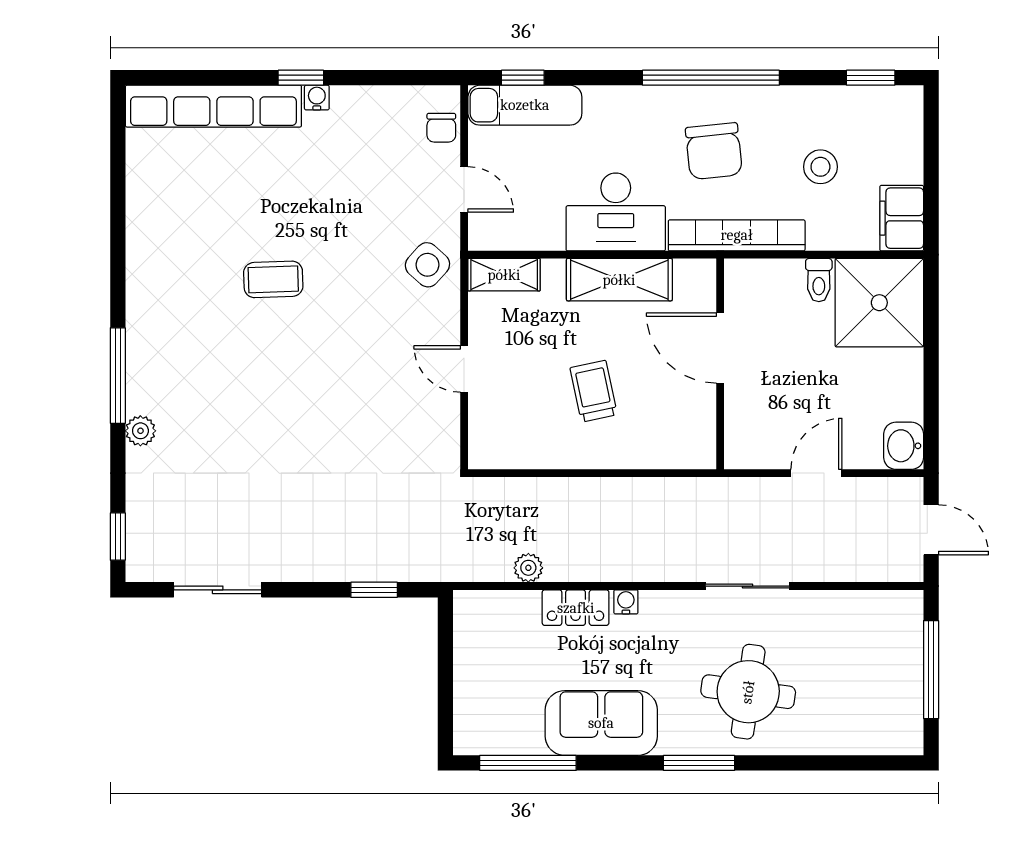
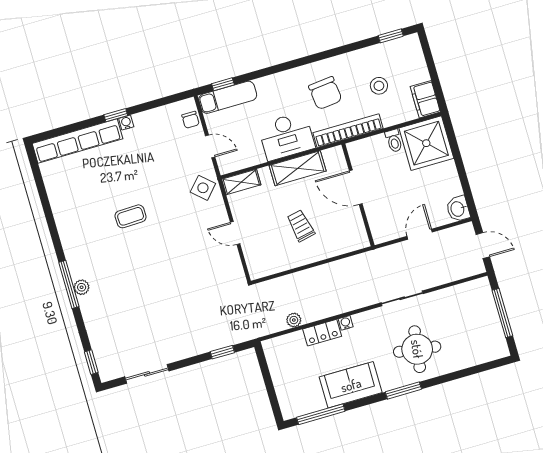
window: (711, 78) -> (314, 58), removed
plant: (140, 431) -> (82, 287), moved

